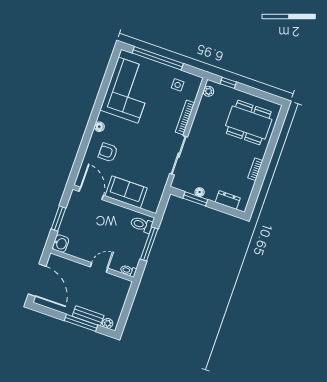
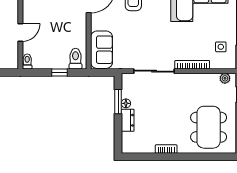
sofa: (126, 192) -> (102, 50), moved
dresser: (228, 200) -> (128, 120), moved
window: (149, 244) -> (60, 73), width x0.46
door: (99, 268) -> (20, 33), hinge flipped

